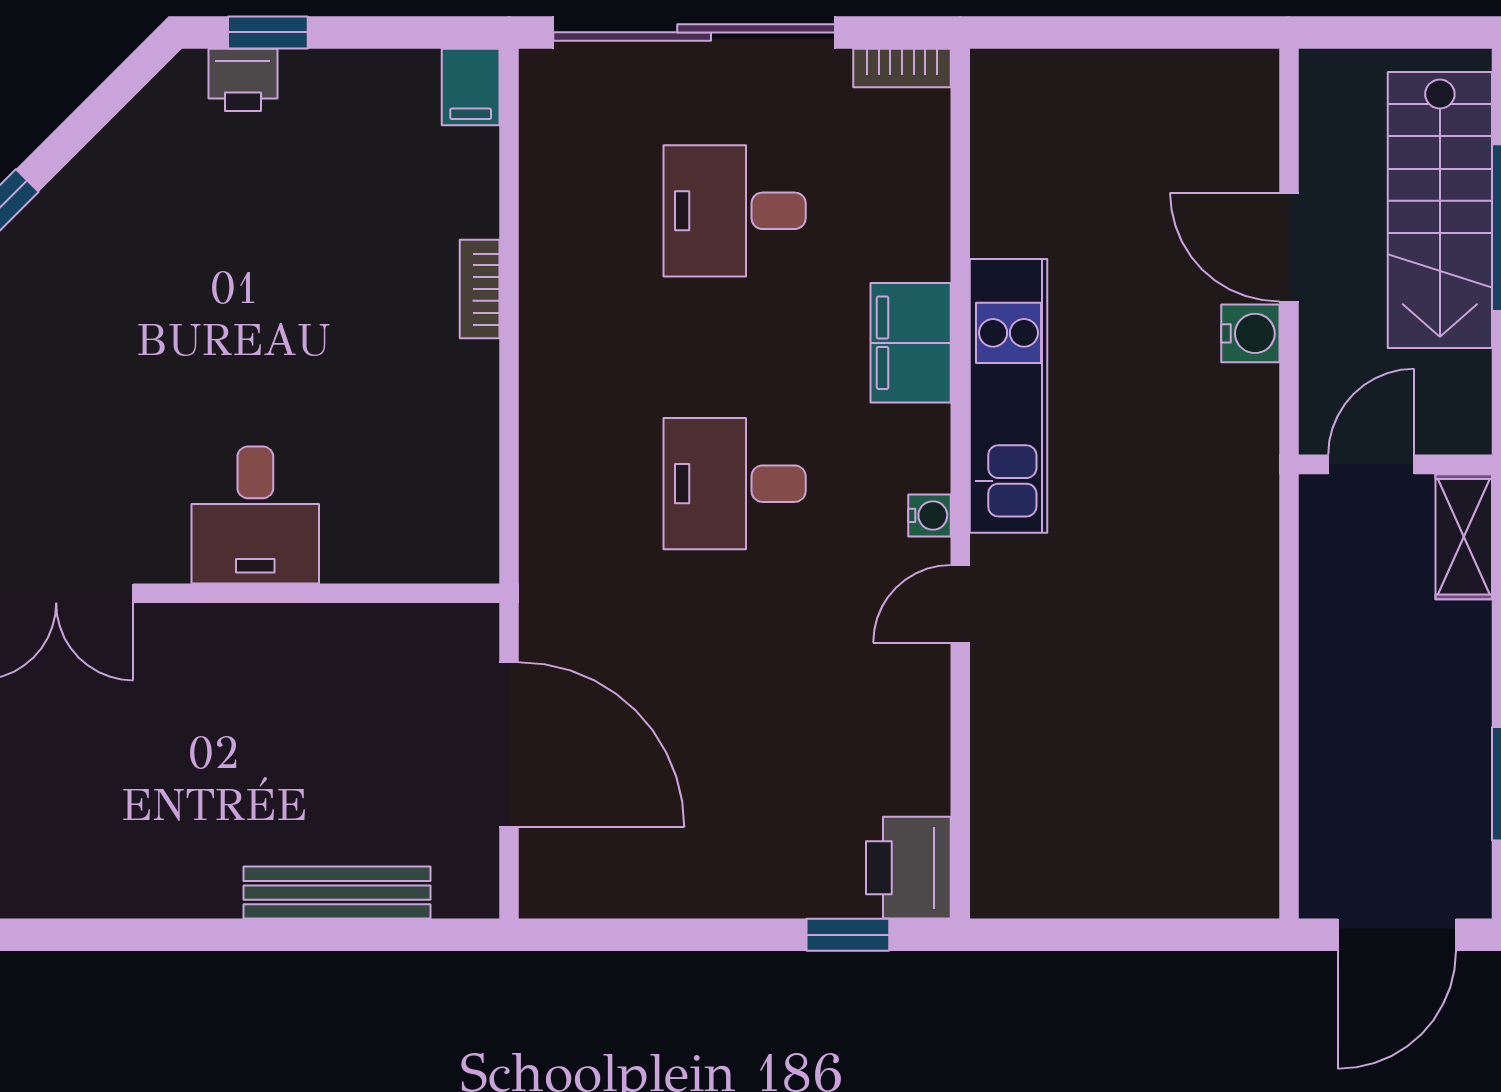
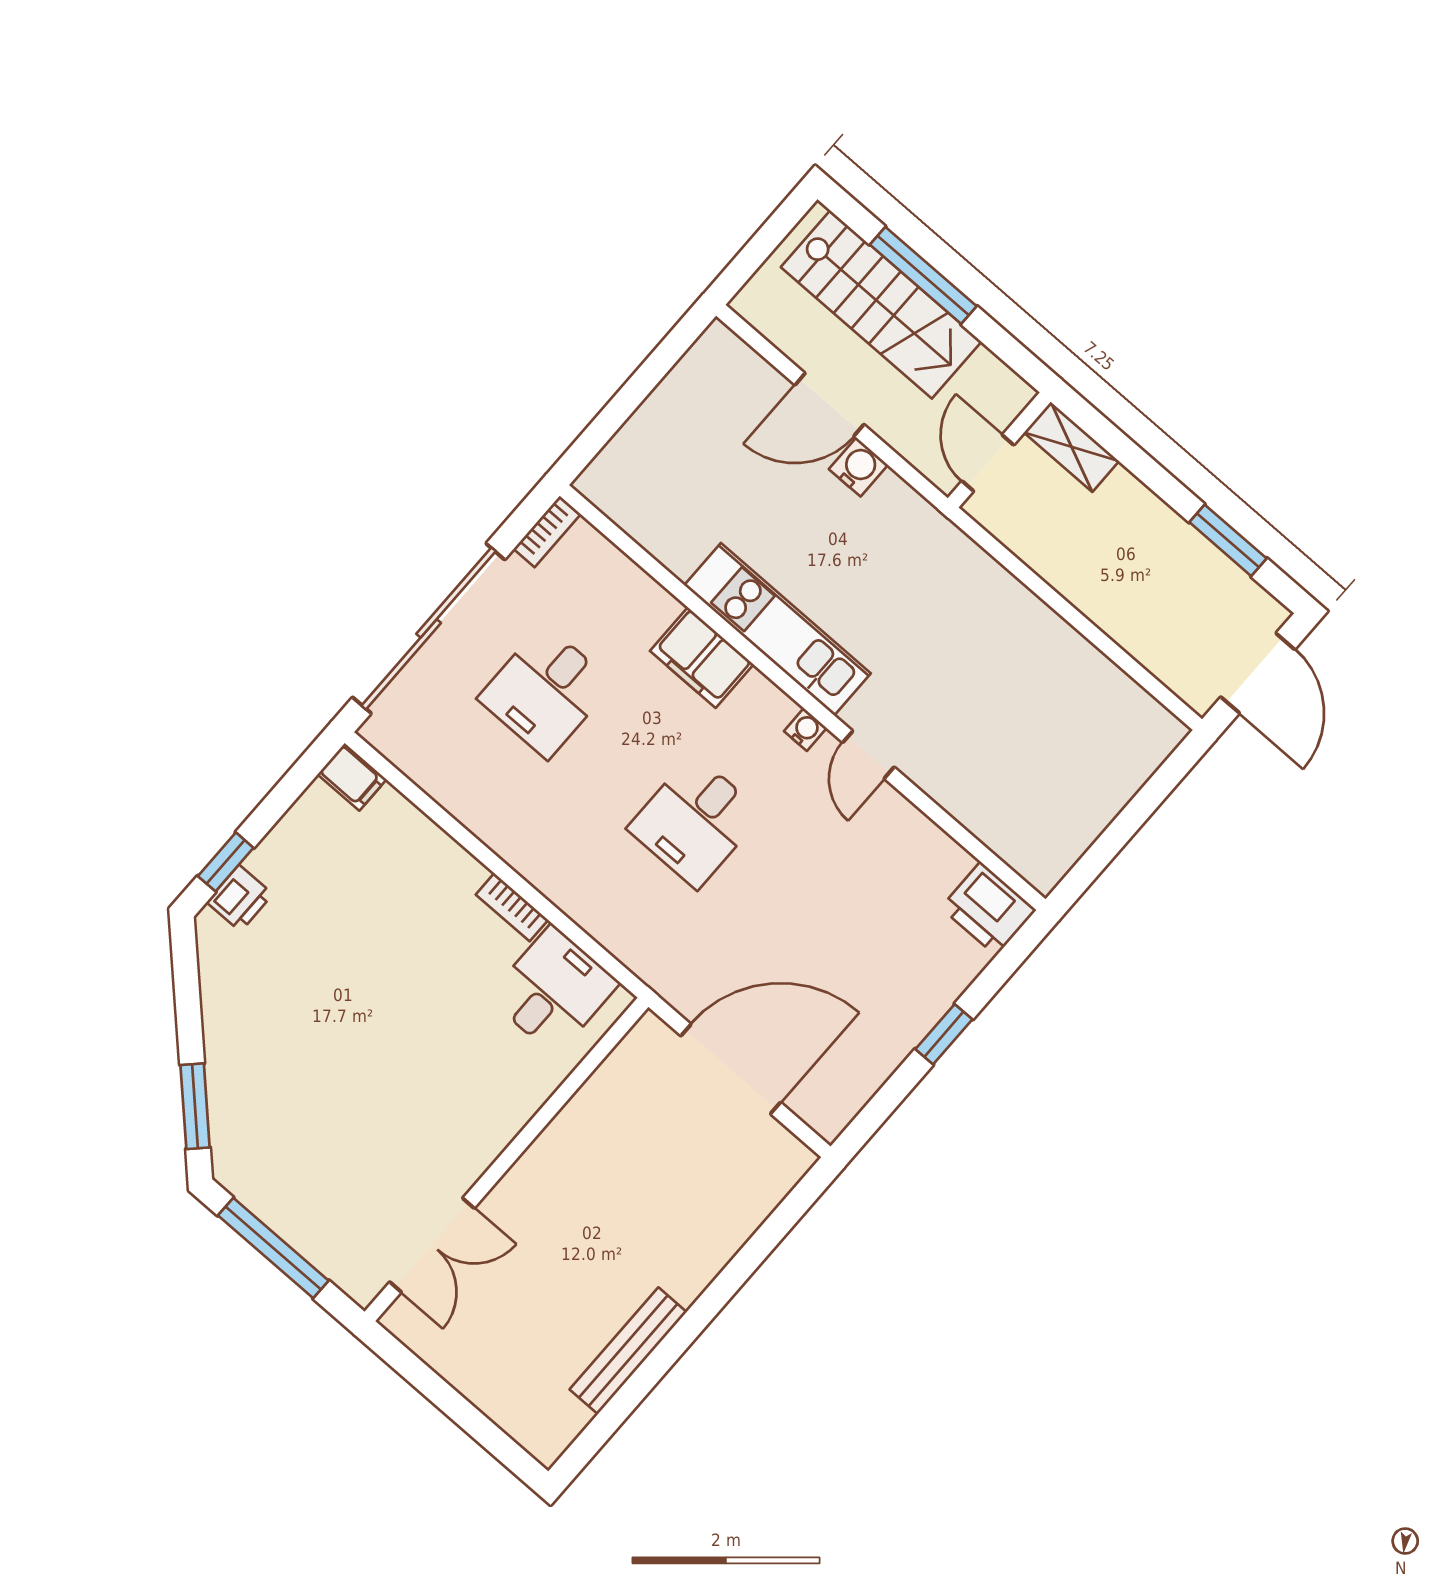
bookcase: (480, 289) -> (512, 907), moved
desk: (255, 515) -> (553, 990), moved, turned -90
bench: (337, 893) -> (628, 1351), moved
window: (848, 935) -> (944, 1034), moved

